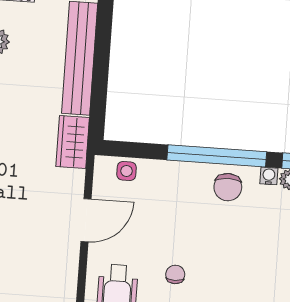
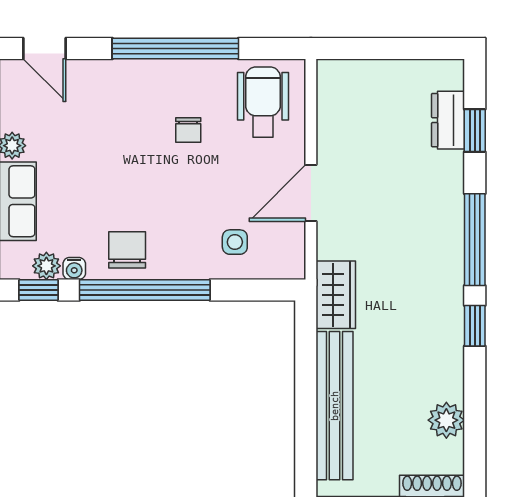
side table: (127, 171) -> (235, 242), moved

